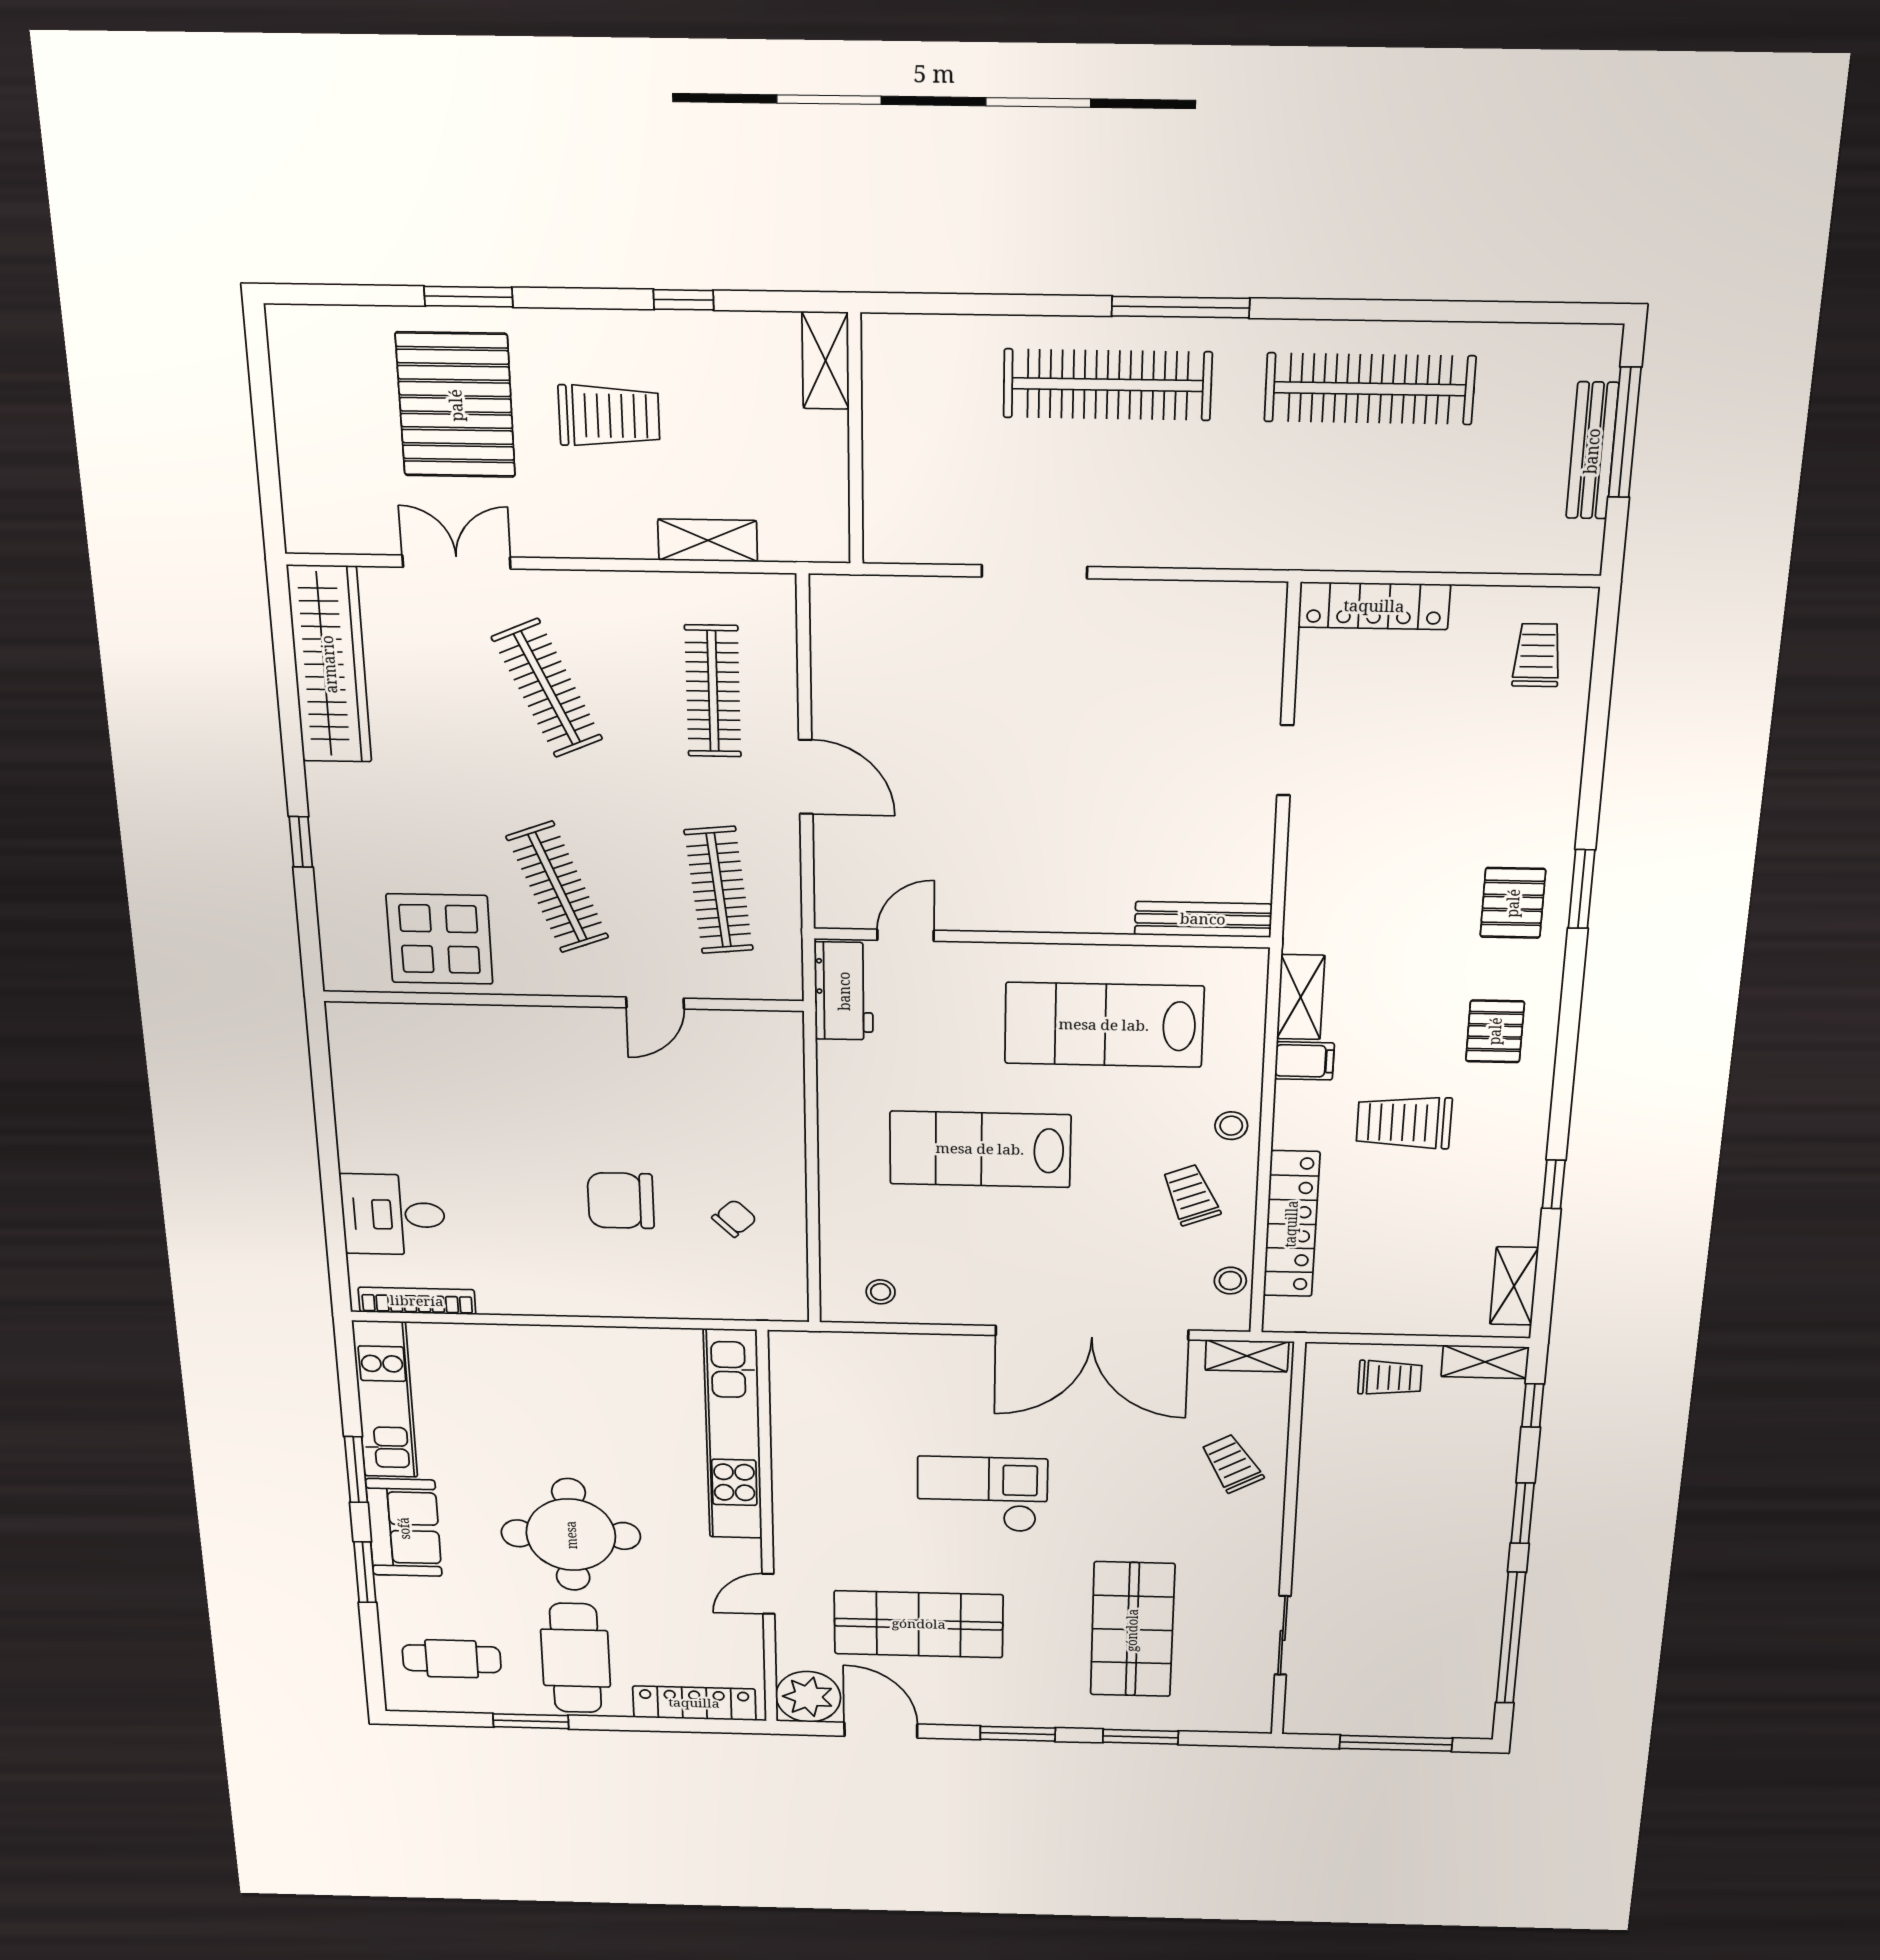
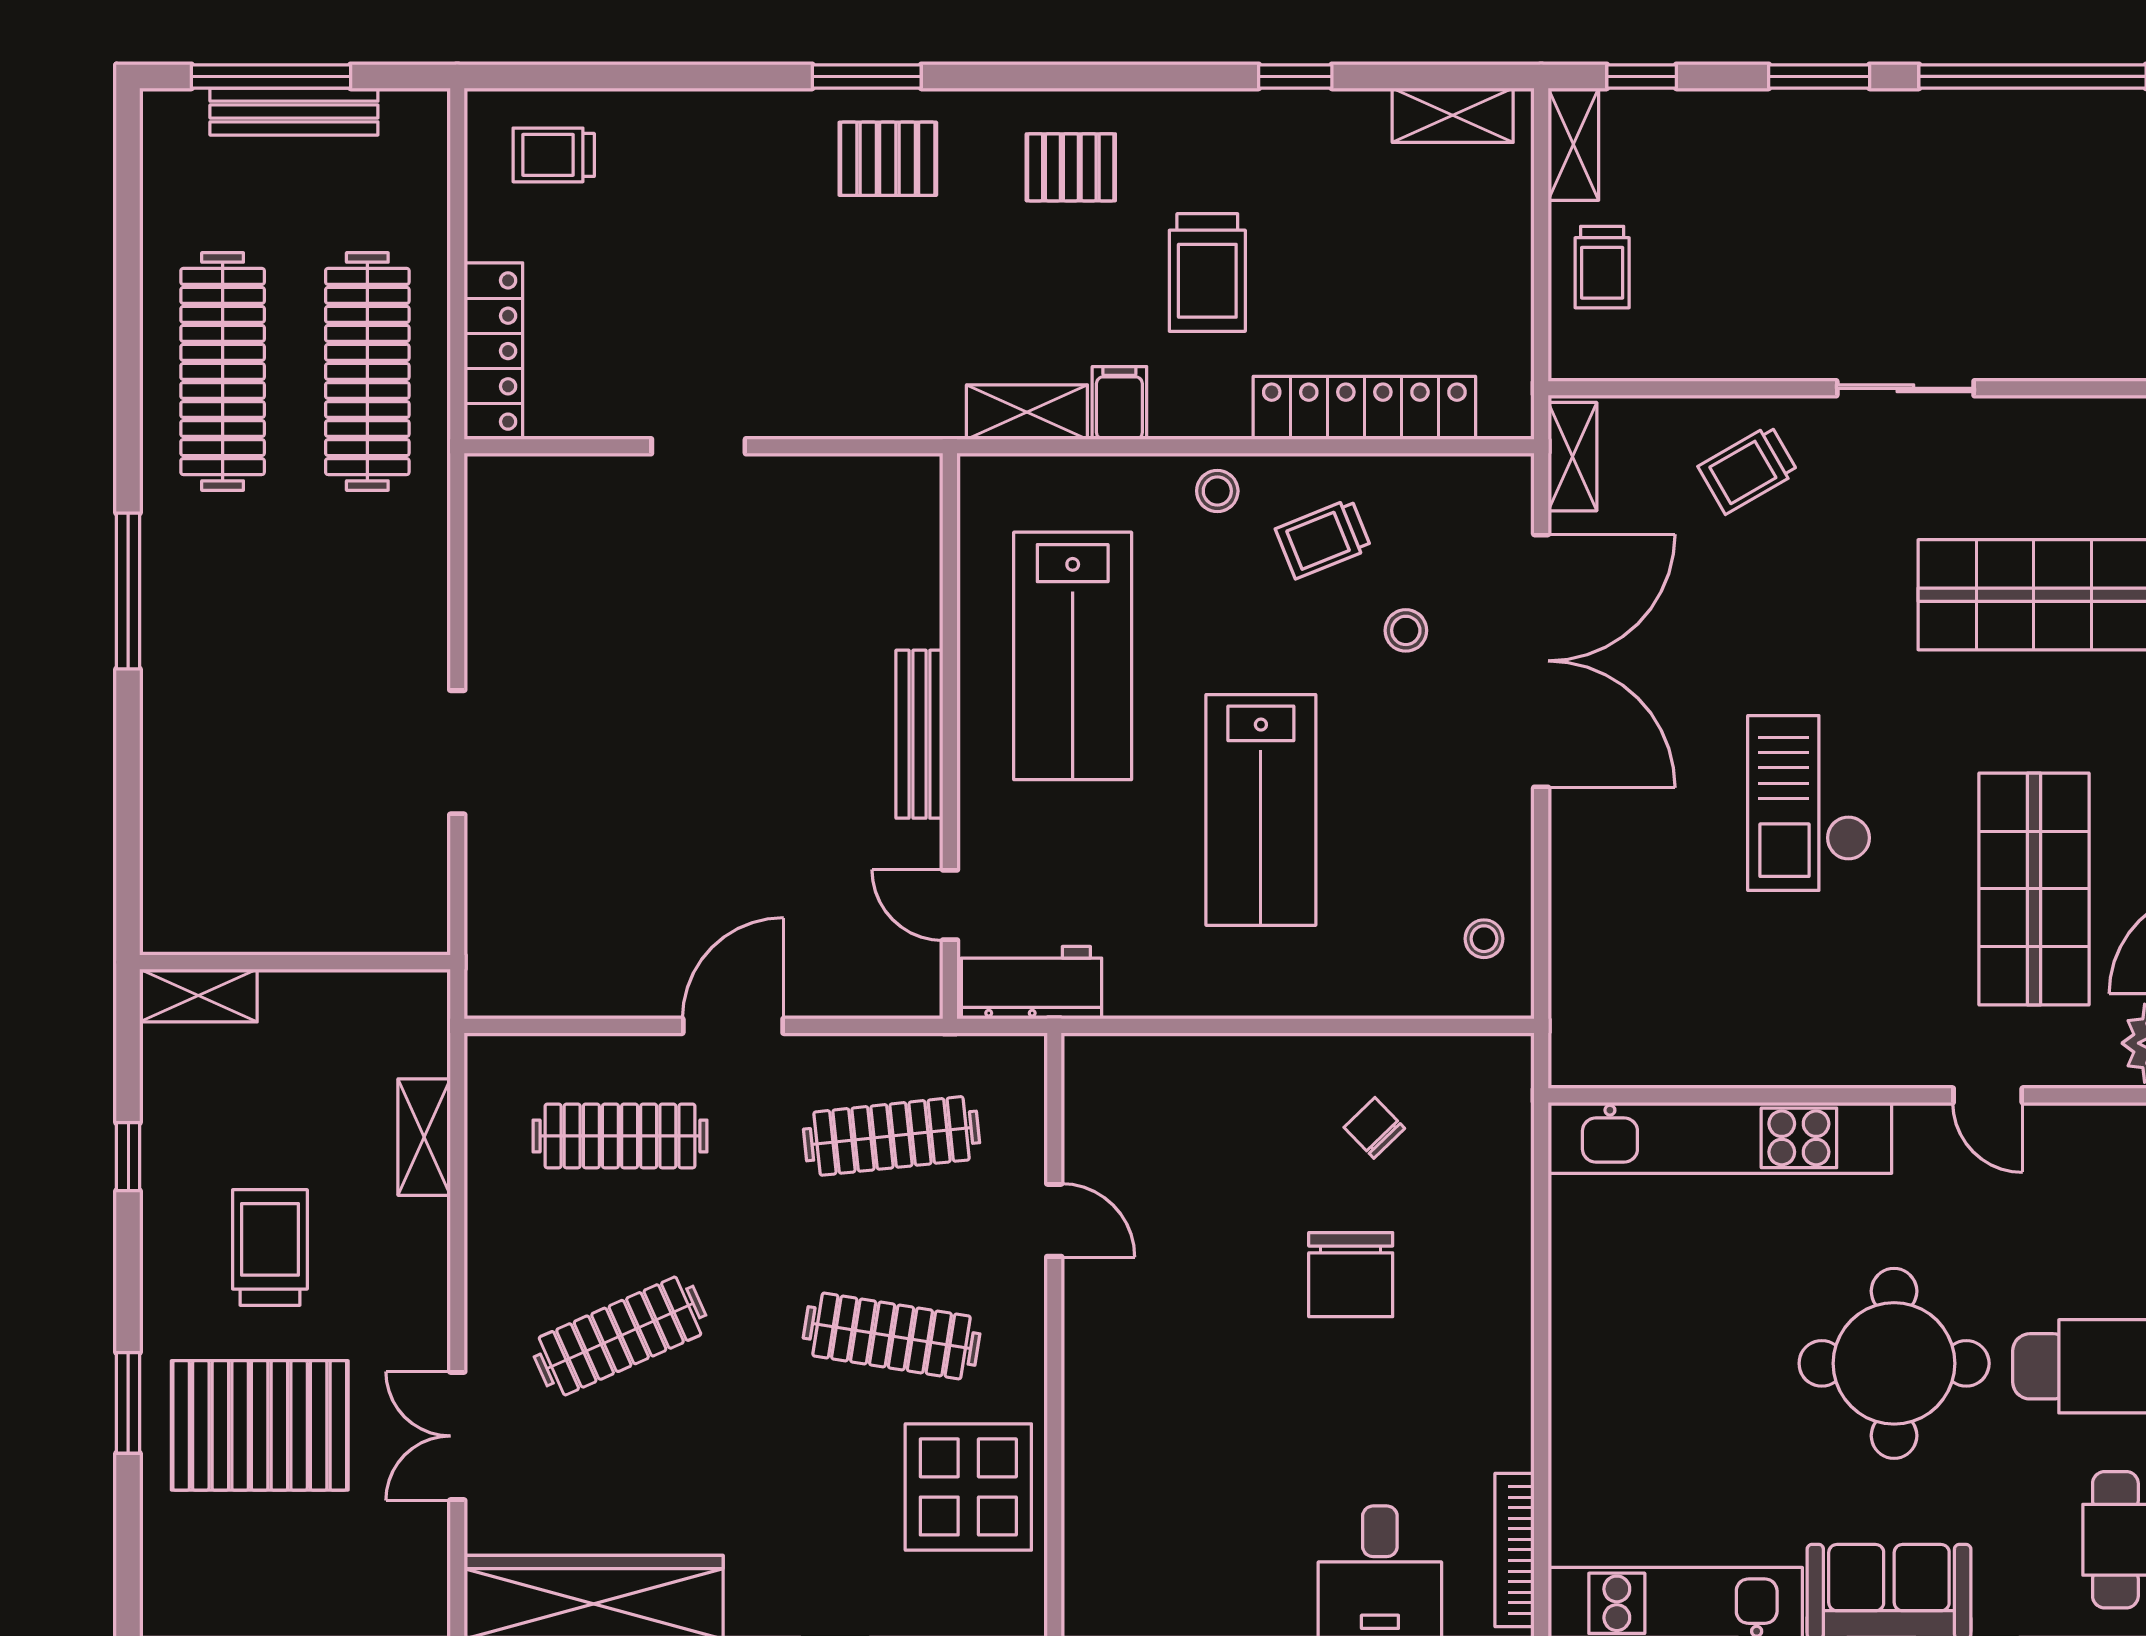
clothes rail: (1107, 385) -> (367, 371), moved
clothes rail: (557, 887) -> (892, 1336), turned 30
bench: (1203, 919) -> (919, 734), moved
stool: (1230, 1281) -> (1406, 630), moved
trolley: (1390, 1378) -> (1602, 267), turned 180
sliding door: (1283, 1635) -> (1905, 388), moved

